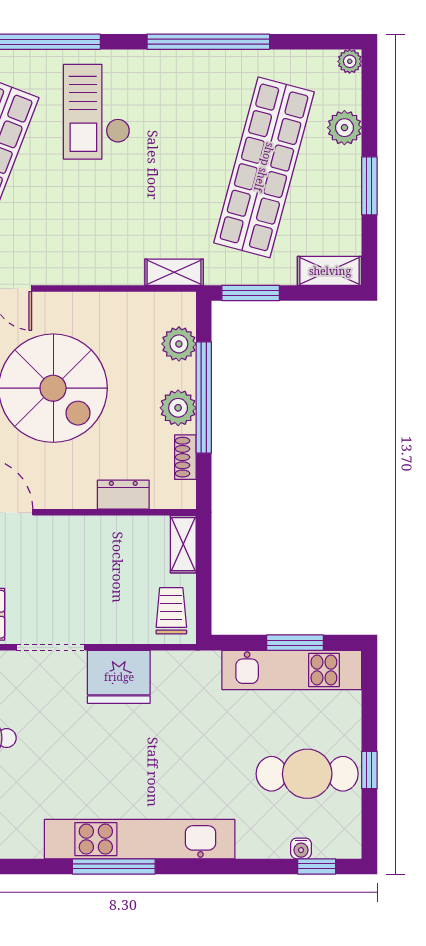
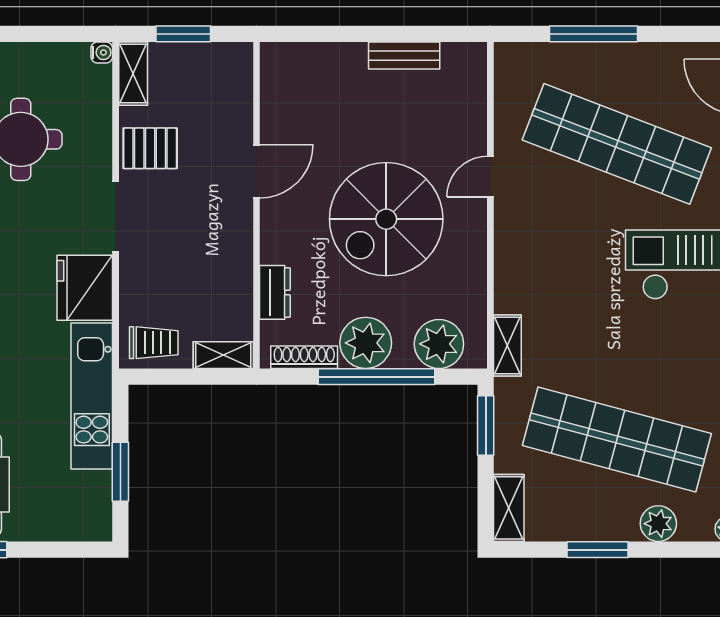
plant: (179, 344) -> (439, 344), width x1.36, depth x1.36
plant: (178, 408) -> (366, 343), width x1.36, depth x1.36
shoe rack: (185, 457) -> (304, 357), width x1.43
kitchen unit: (292, 670) -> (92, 396), moved

